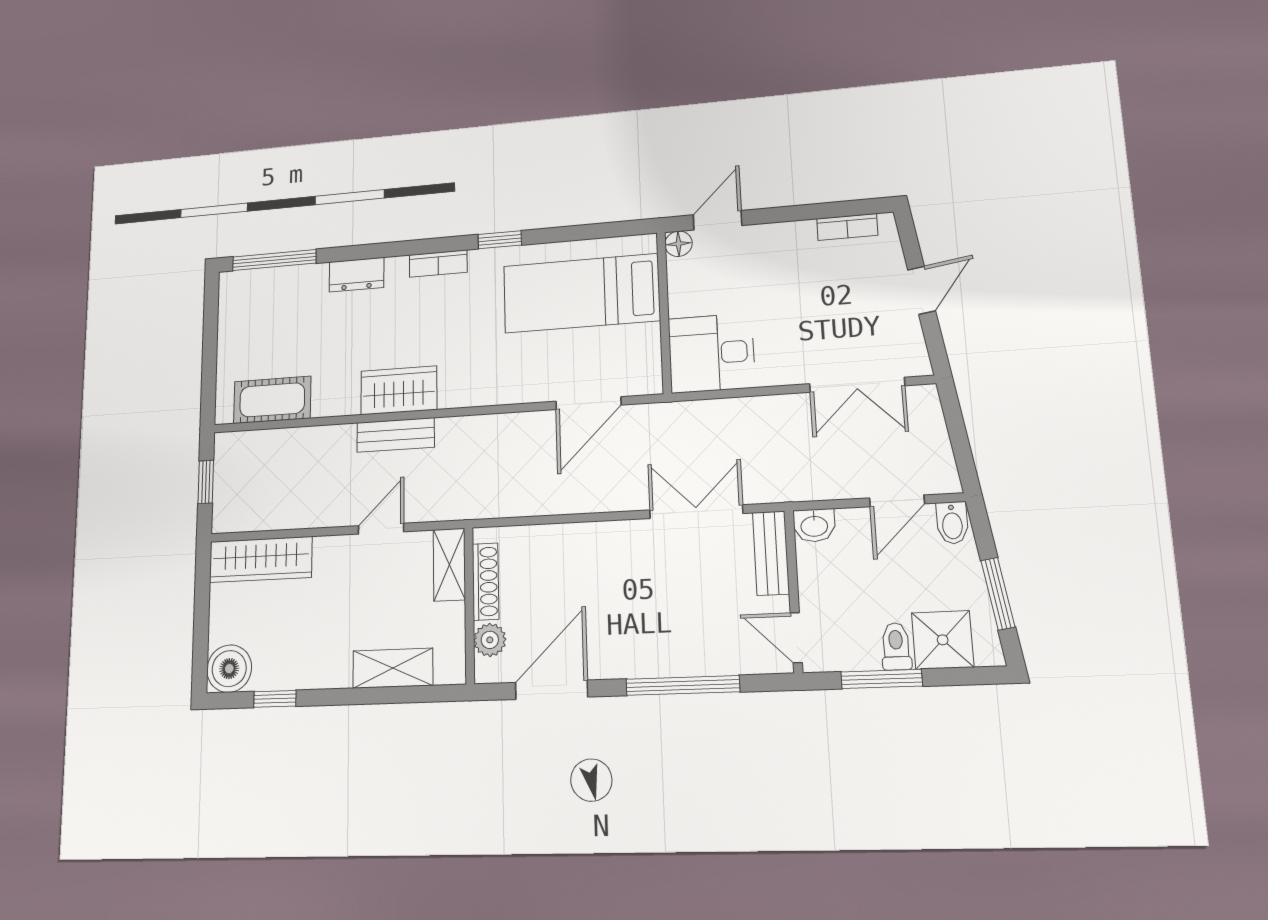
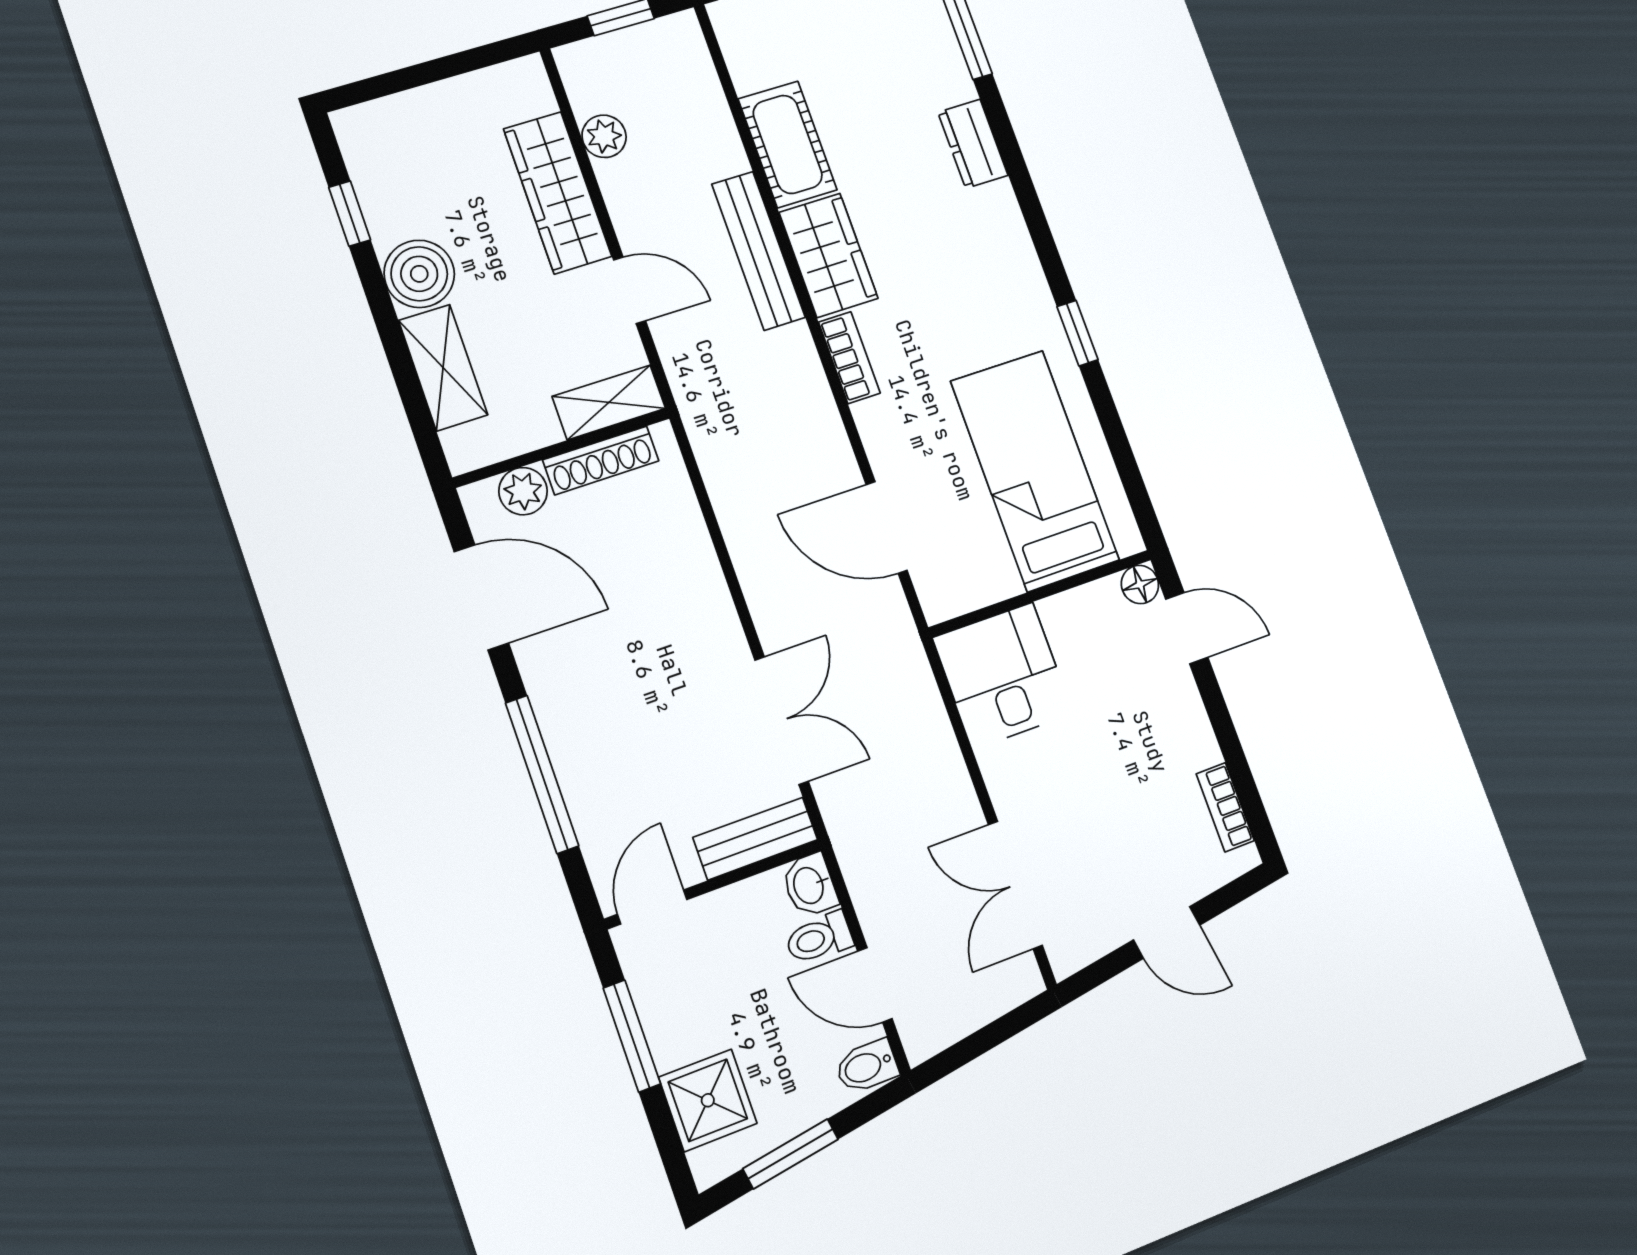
bookcase: (438, 264) -> (849, 358), moved, turned 180
cot: (272, 400) -> (788, 144), moved
bench: (396, 435) -> (758, 251), width x1.36
plant: (277, 516) -> (604, 136), added
wardrobe: (261, 559) -> (558, 193), moved
toilet: (896, 646) -> (819, 938), moved, turned 180
boiler: (229, 669) -> (419, 274), moved

